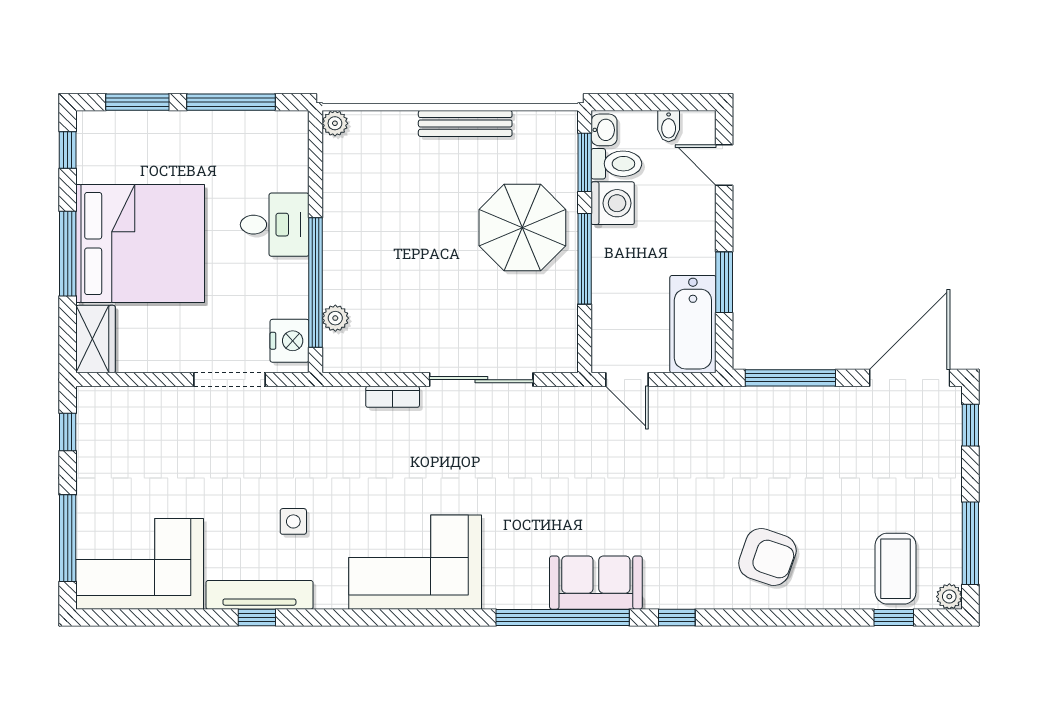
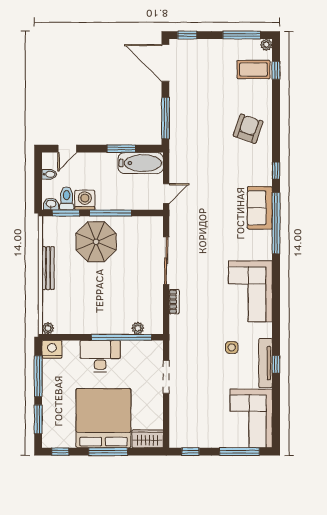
desk: (275, 225) -> (100, 356), width x1.37
nightstand: (290, 341) -> (52, 349), moved

